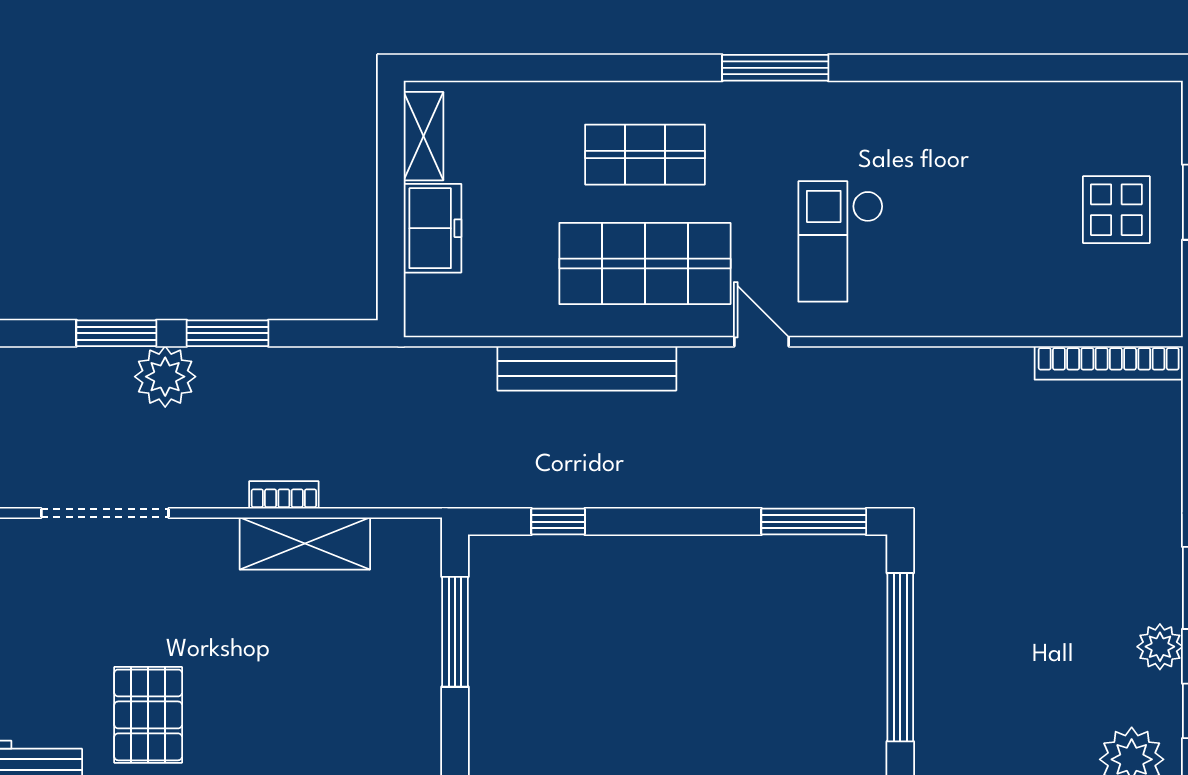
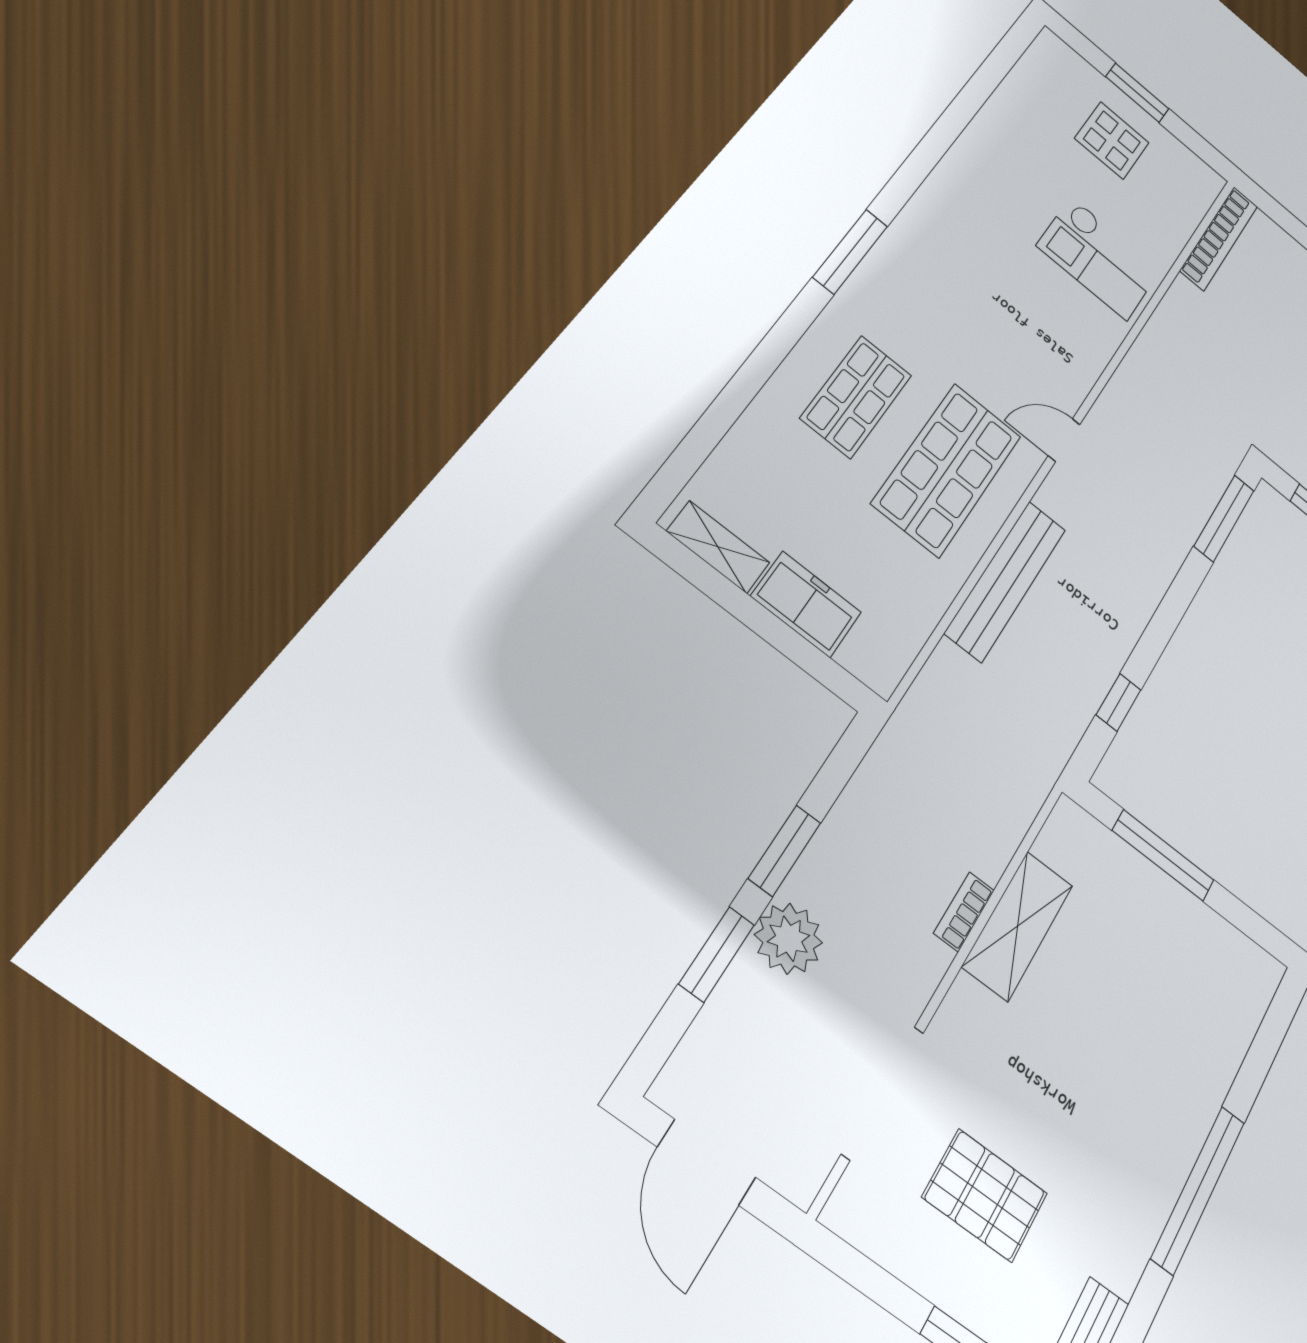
checkout: (841, 241) -> (1099, 258), moved
pallet: (148, 715) -> (985, 1195), moved

